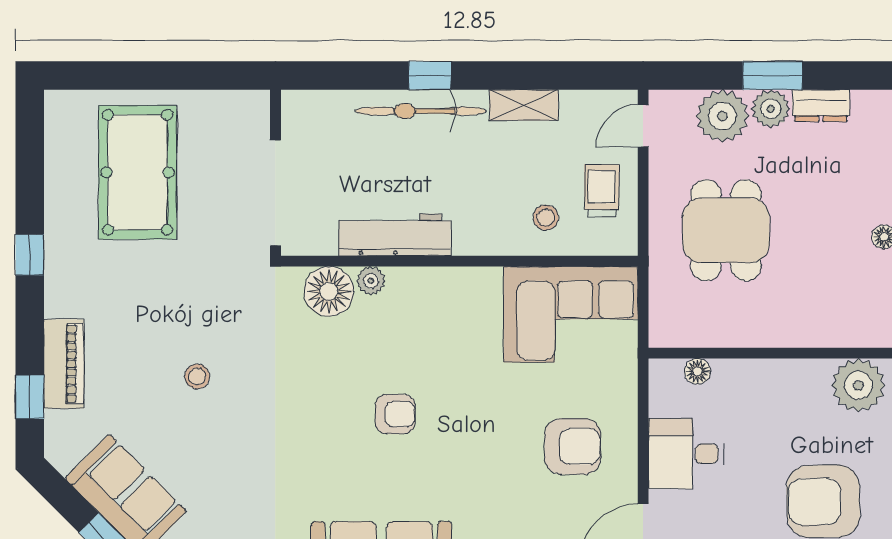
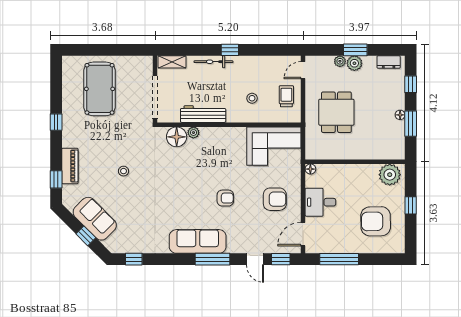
window: (430, 76) -> (230, 50), moved
shelving: (523, 105) -> (172, 62), moved
dresser: (821, 106) -> (389, 62), moved
bicycle: (421, 111) -> (213, 62), width x0.73, depth x0.71
plant: (722, 116) -> (340, 61), width x0.53, depth x0.53
stool: (546, 217) -> (252, 98), moved
floor lamp: (698, 371) -> (310, 169), moved
armchair: (395, 414) -> (225, 198), moved

